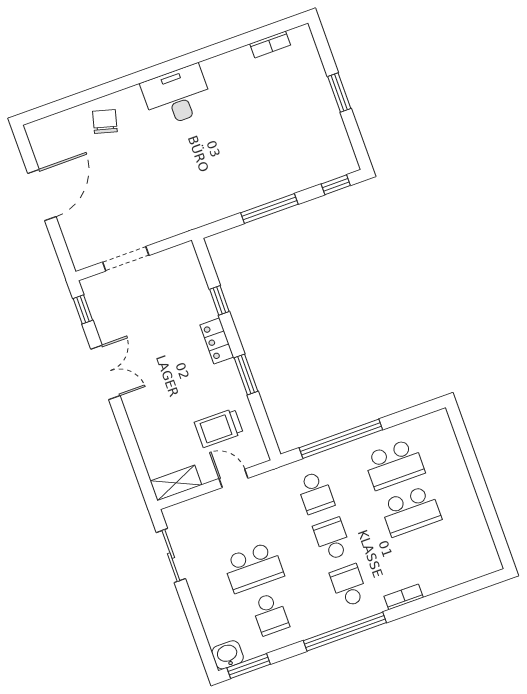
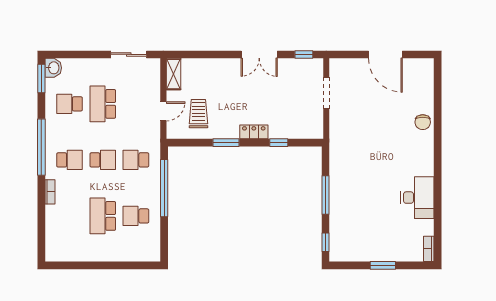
bookcase: (270, 44) -> (429, 249), moved
desk: (177, 96) -> (417, 198), moved
chair: (105, 121) -> (423, 122), moved, turned 75
school desk: (394, 464) -> (136, 216), width x0.54

